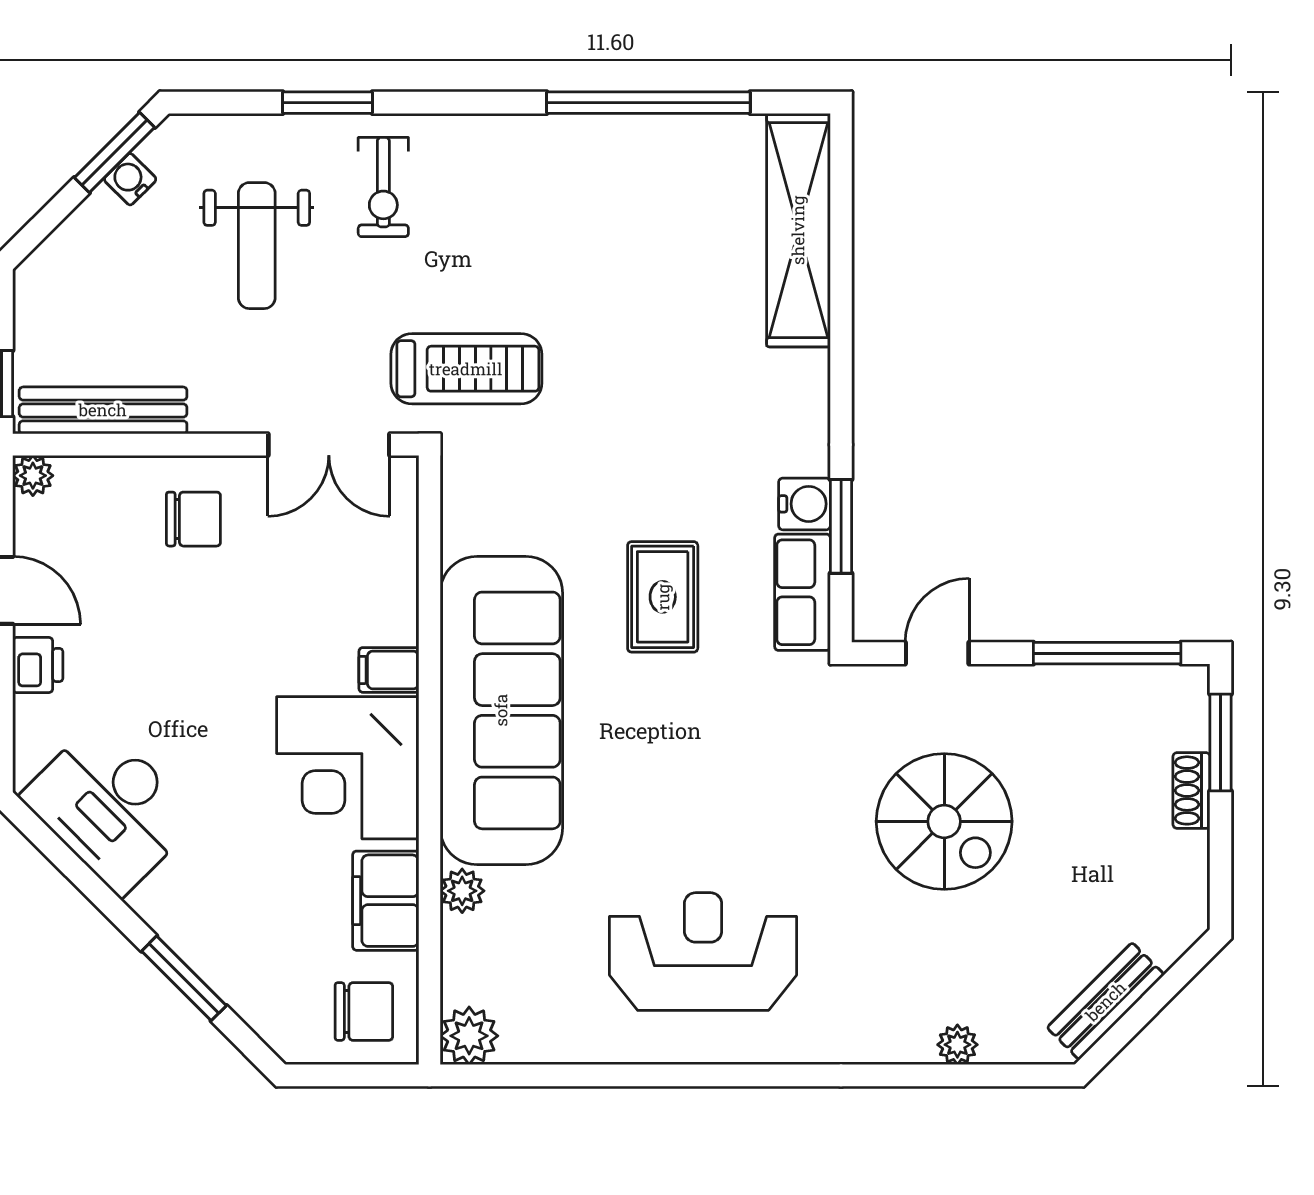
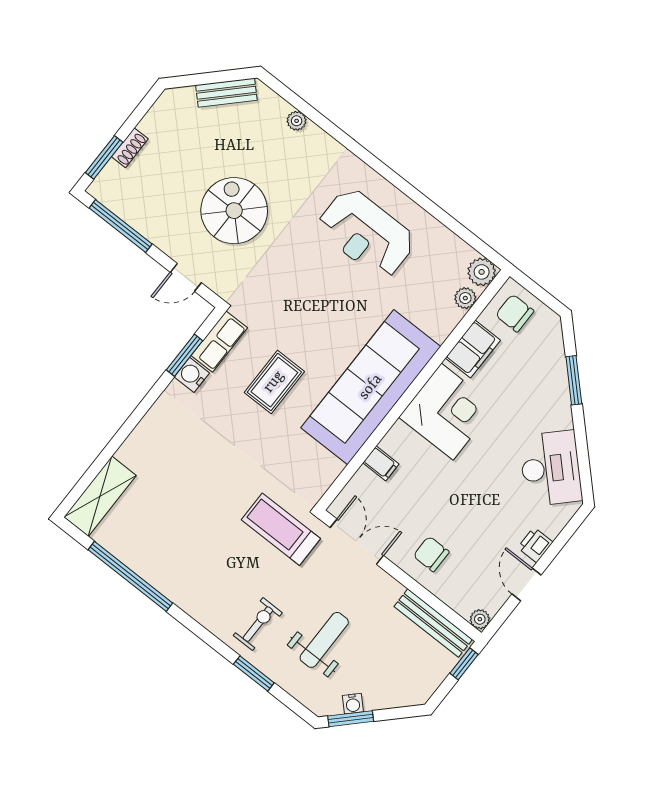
shelving: (798, 230) -> (100, 496), width x0.68
filing cabinet: (389, 670) -> (381, 463), moved
plant: (462, 891) -> (465, 298), moved

